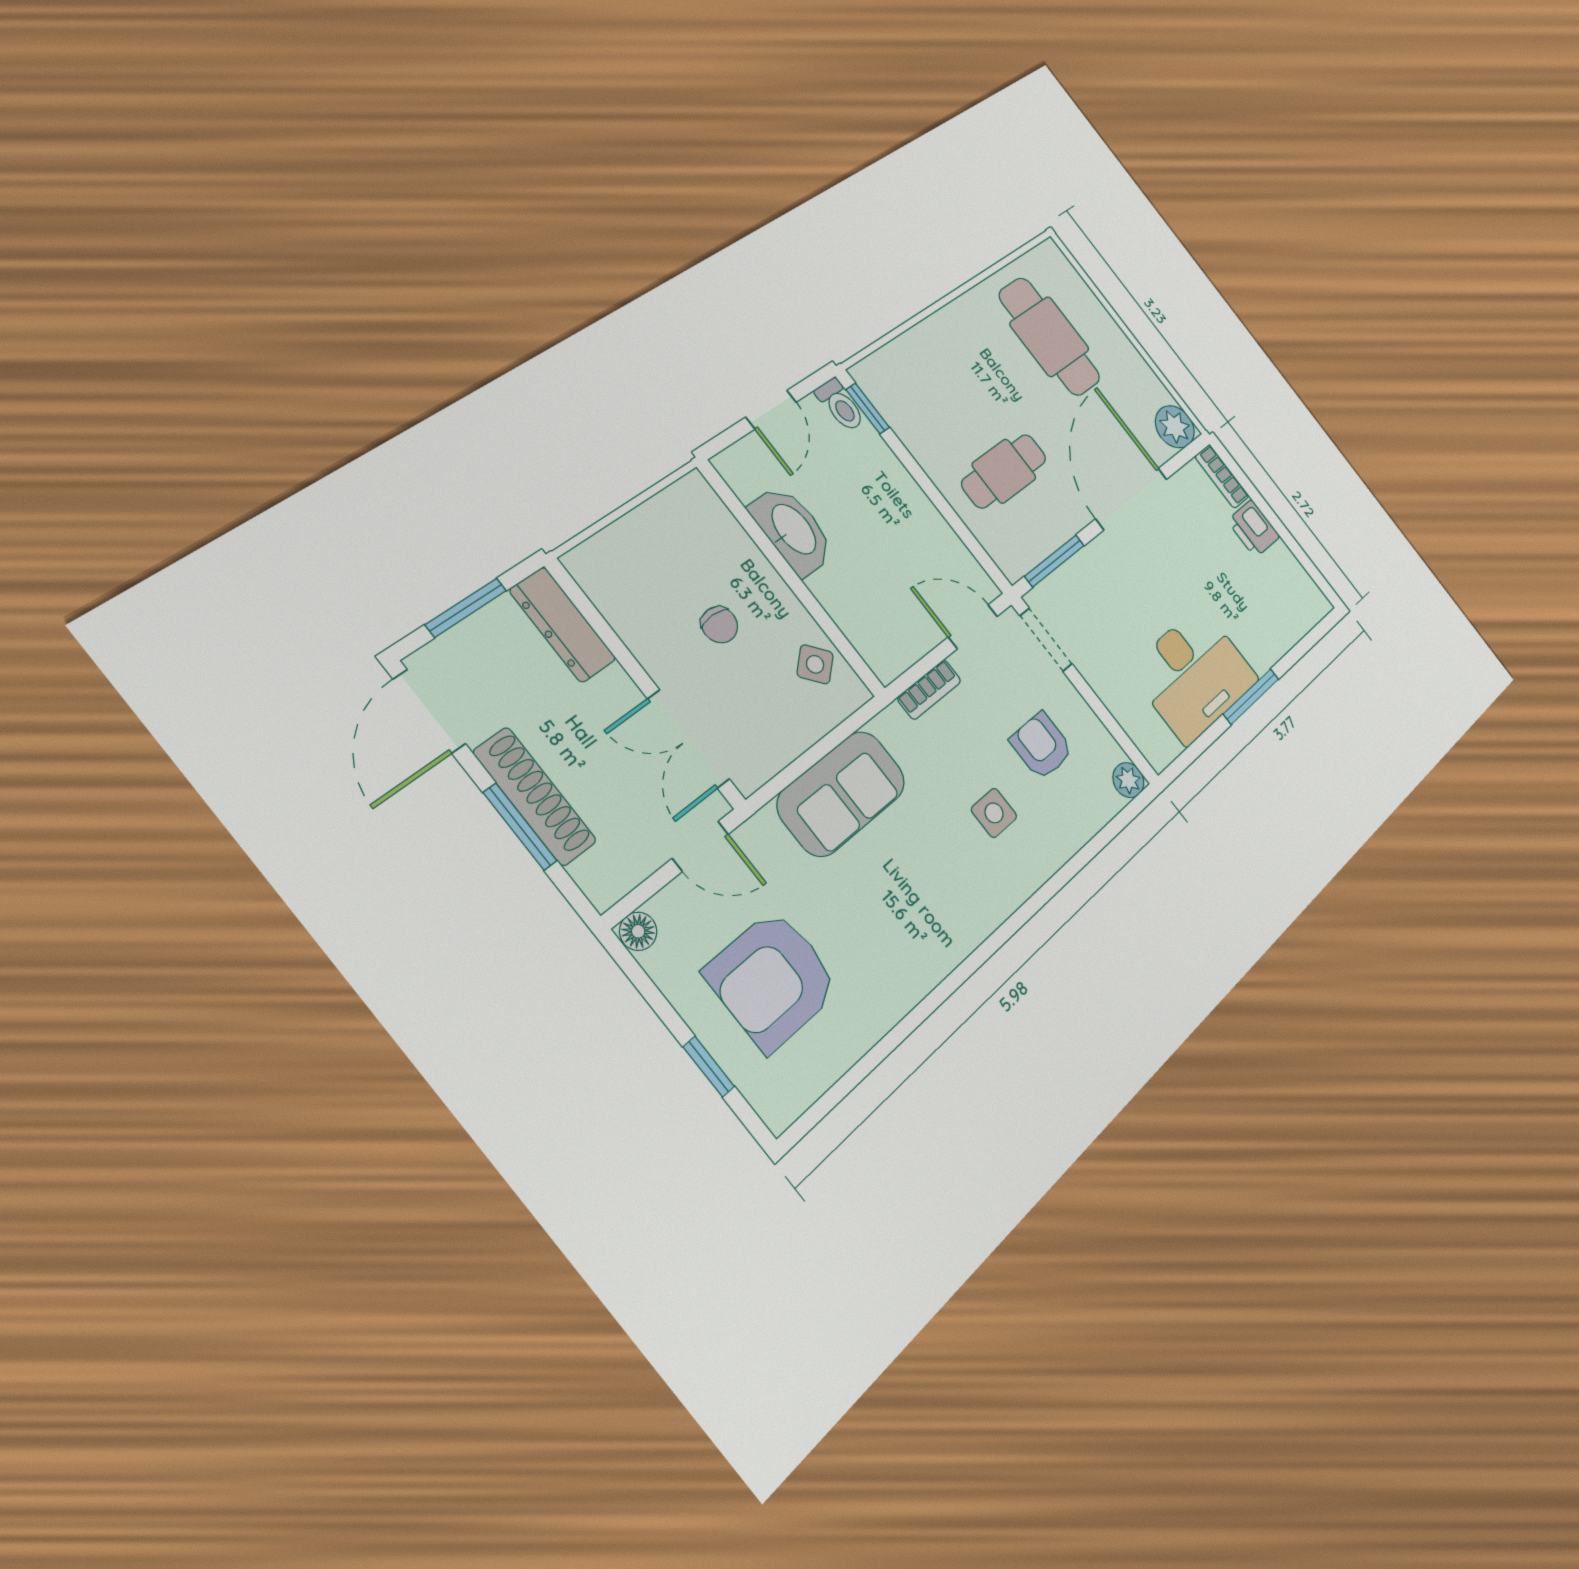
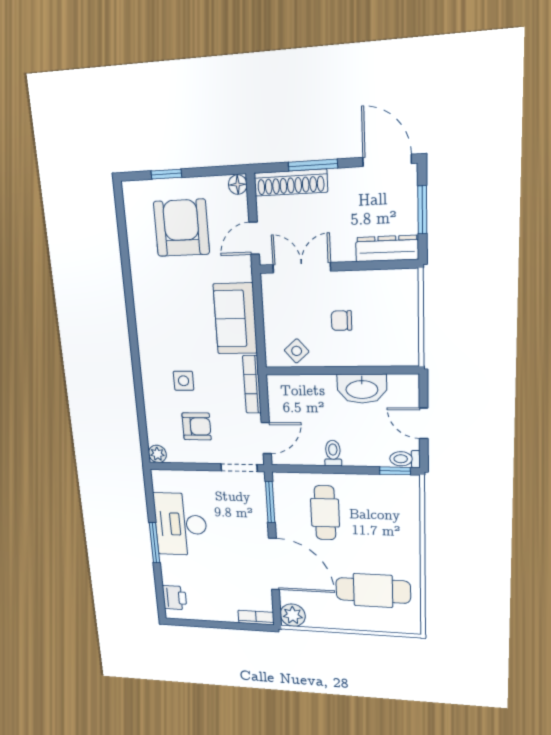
toilet: (915, 513) -> (333, 453), added
printer: (1254, 529) -> (175, 598), moved, turned 90
bookcase: (929, 690) -> (252, 384), width x1.56
shoe rack: (535, 796) -> (291, 183), moved

